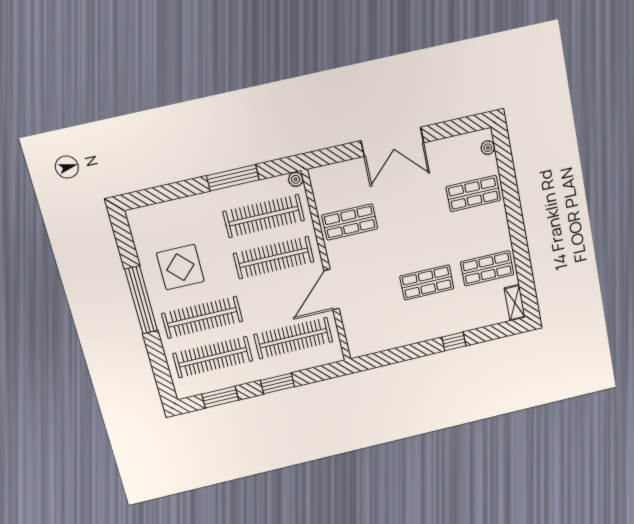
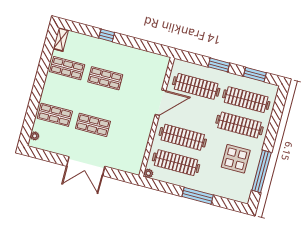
double door: (392, 142) -> (86, 166), swing flipped
window: (233, 178) -> (198, 196), moved
shop shelf: (350, 222) -> (93, 125), moved
window: (141, 300) -> (262, 171), moved

